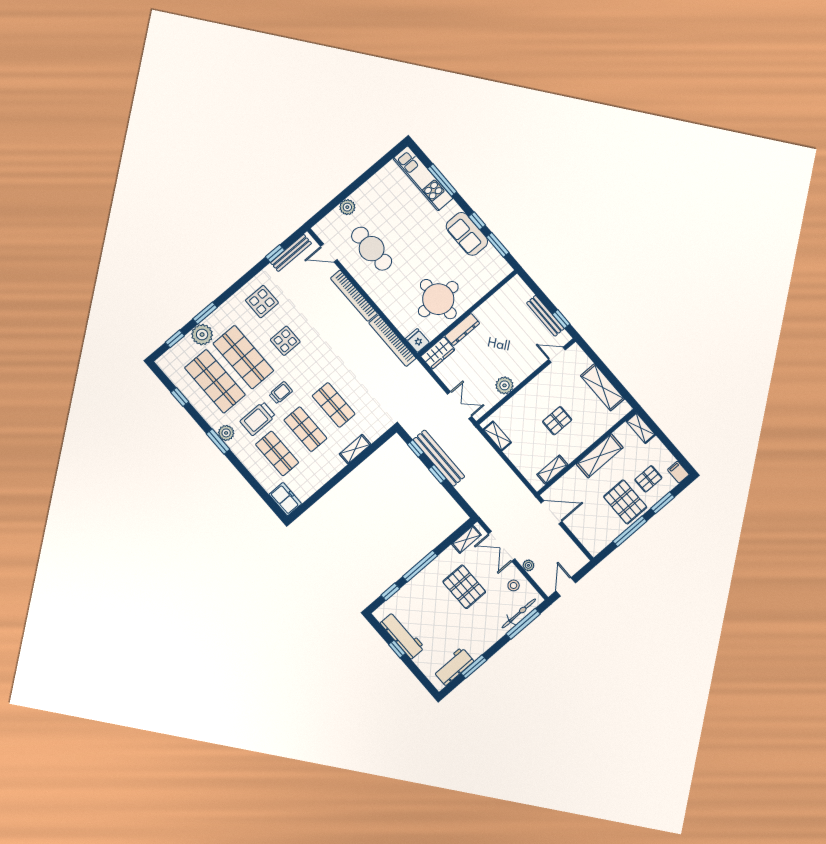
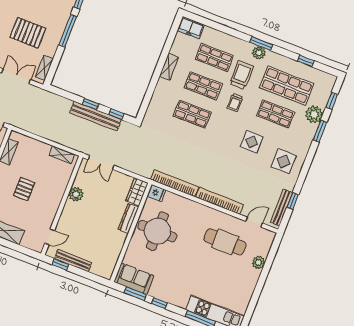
sofa: (467, 234) -> (134, 279), moved
shop shelf: (243, 357) -> (276, 114), width x0.70, depth x0.74
shelving: (355, 449) -> (169, 67), moved

